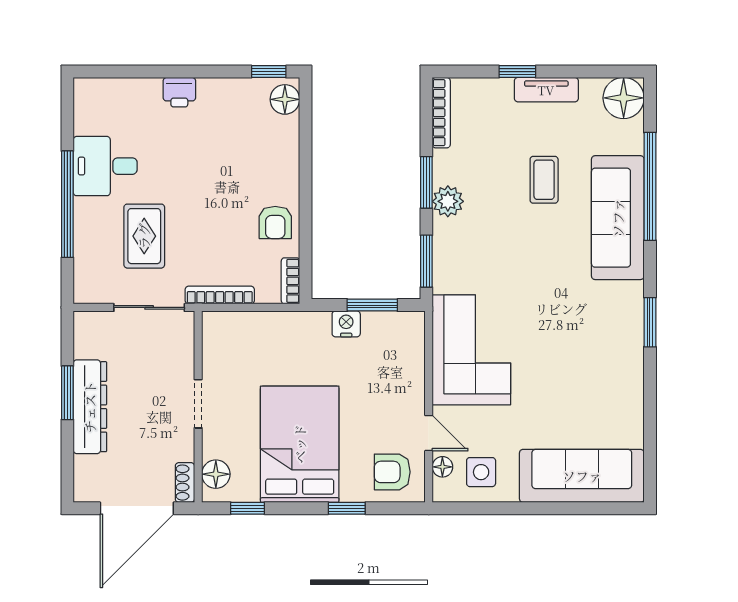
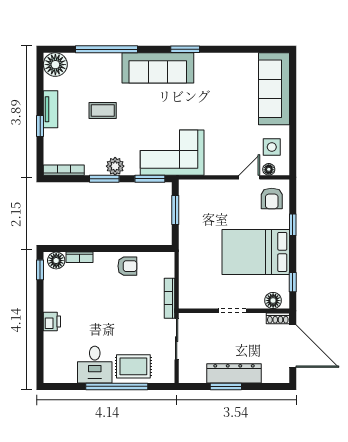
sofa: (618, 218) -> (158, 68), moved
rug: (144, 236) -> (133, 366), moved
bookcase: (290, 281) -> (79, 257), moved
nightstand: (346, 324) -> (186, 225), removed
corner sofa: (471, 350) -> (172, 153), moved

